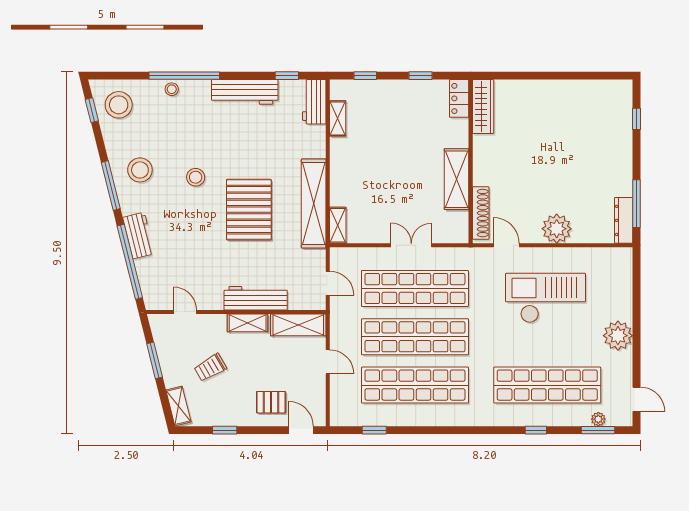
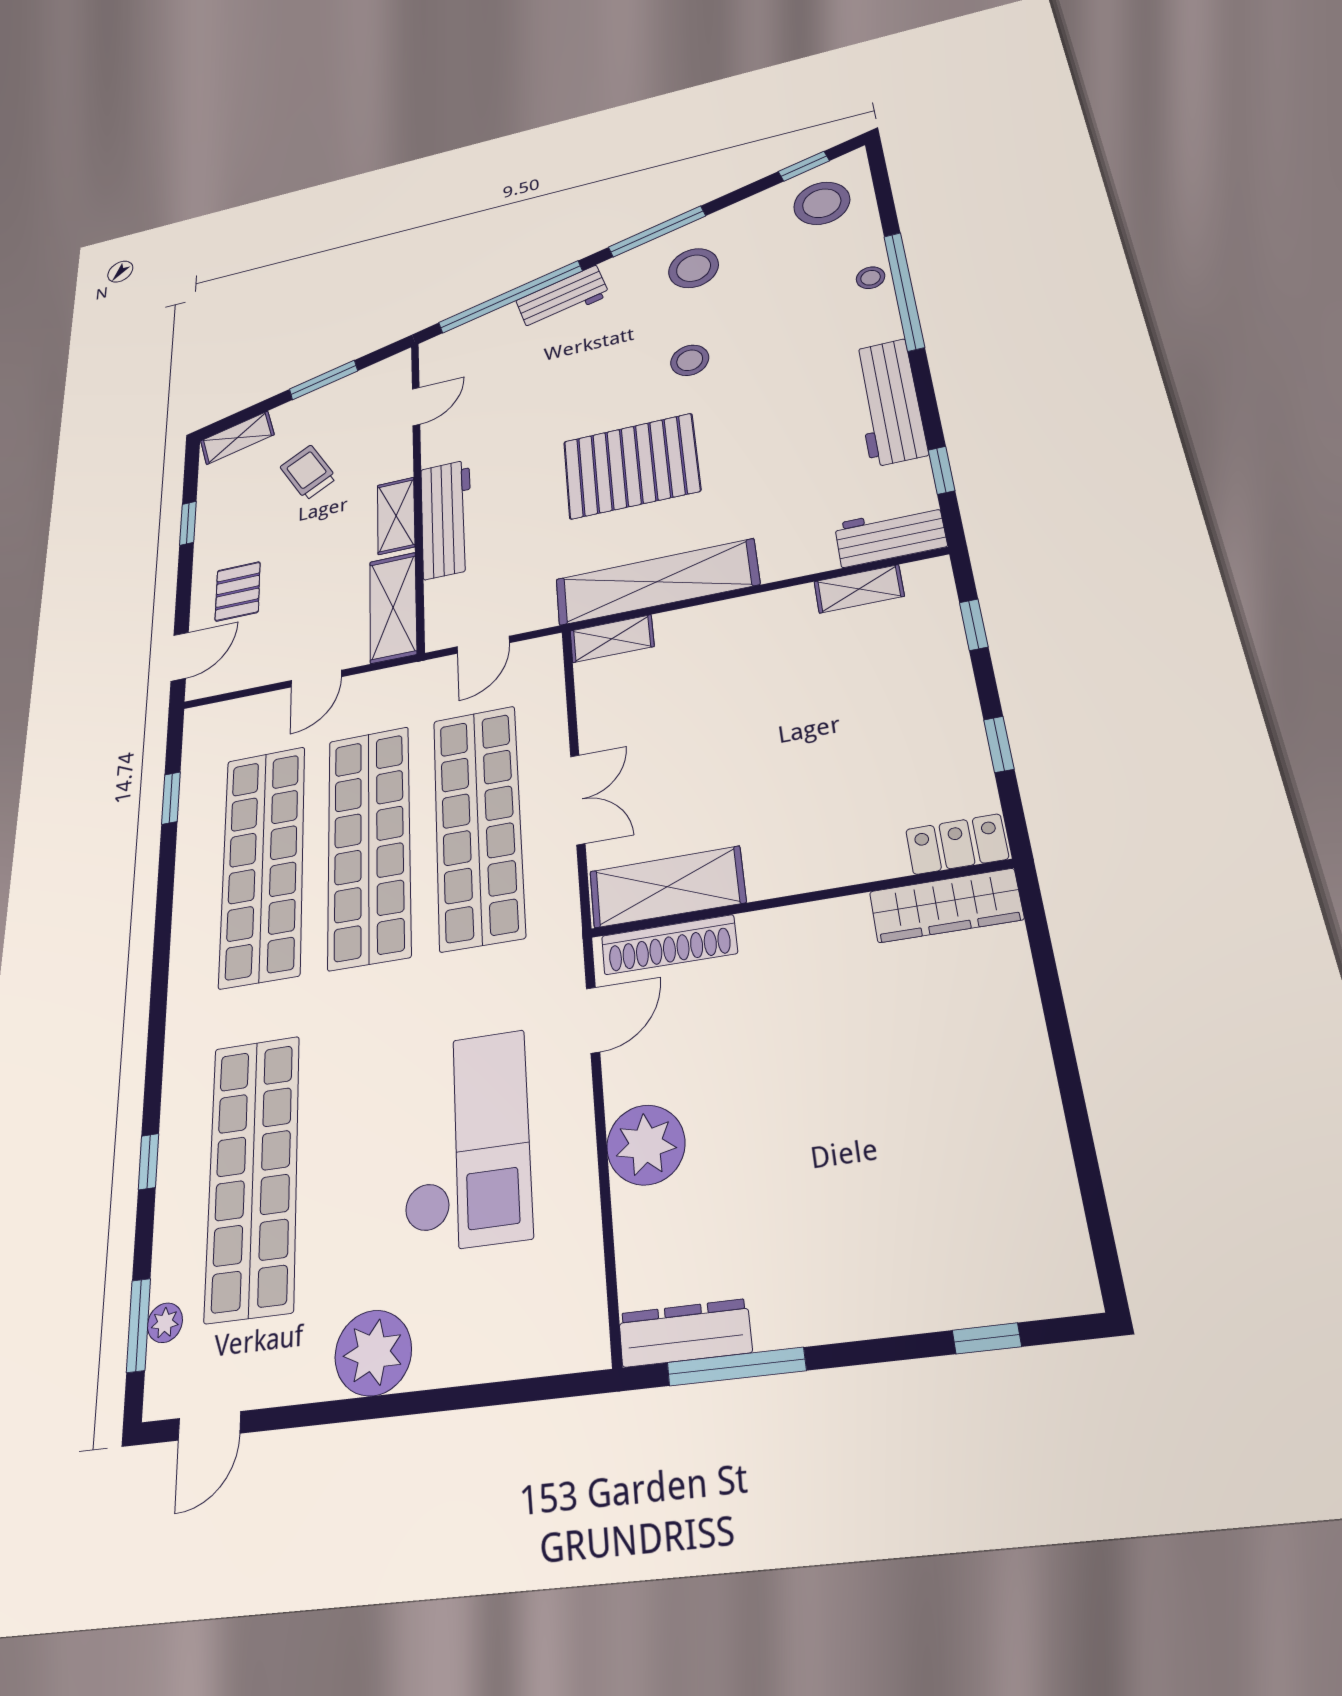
shelving: (457, 179) -> (667, 887), moved

